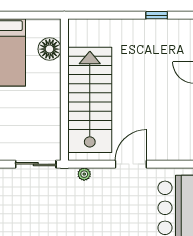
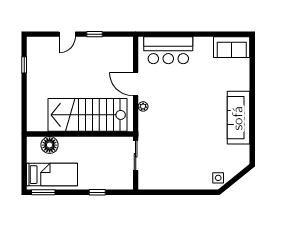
plant: (84, 174) -> (143, 106), moved

